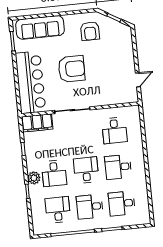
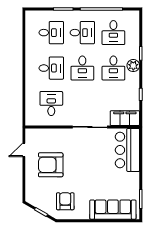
armchair: (72, 69) -> (51, 165), moved
bar counter: (30, 82) -> (127, 150), width x0.73
desk: (54, 173) -> (113, 68), turned 180

